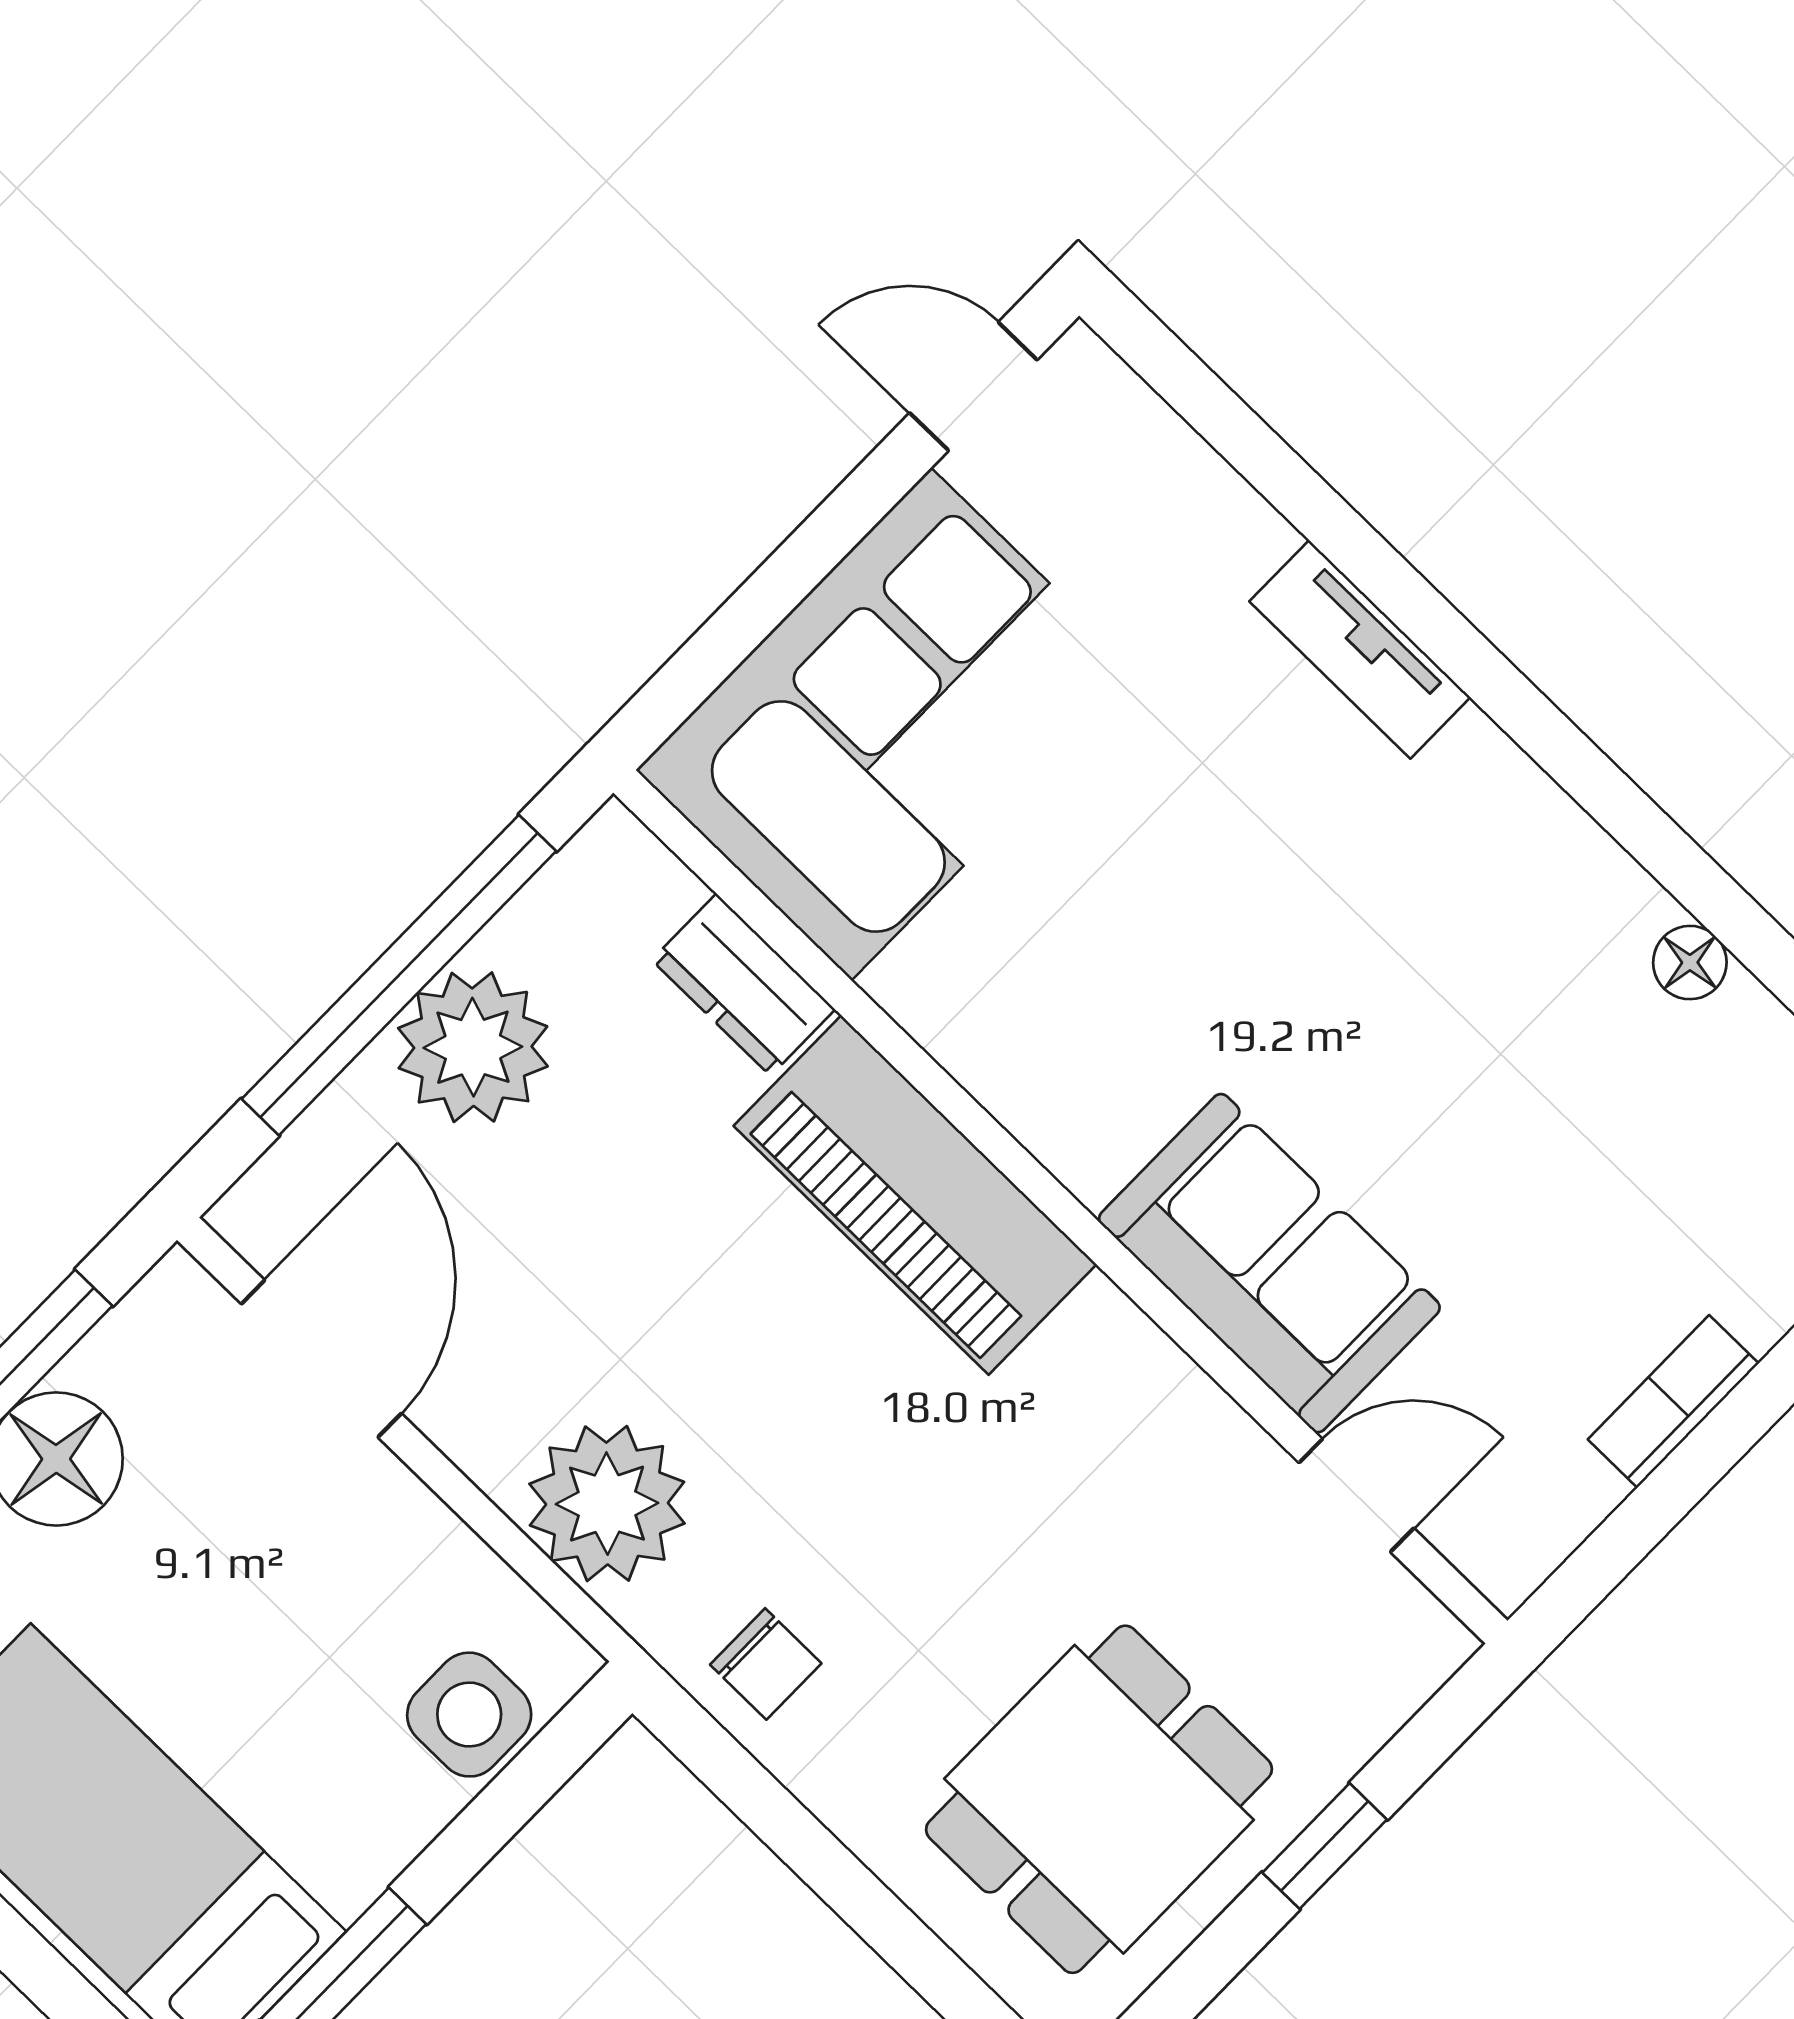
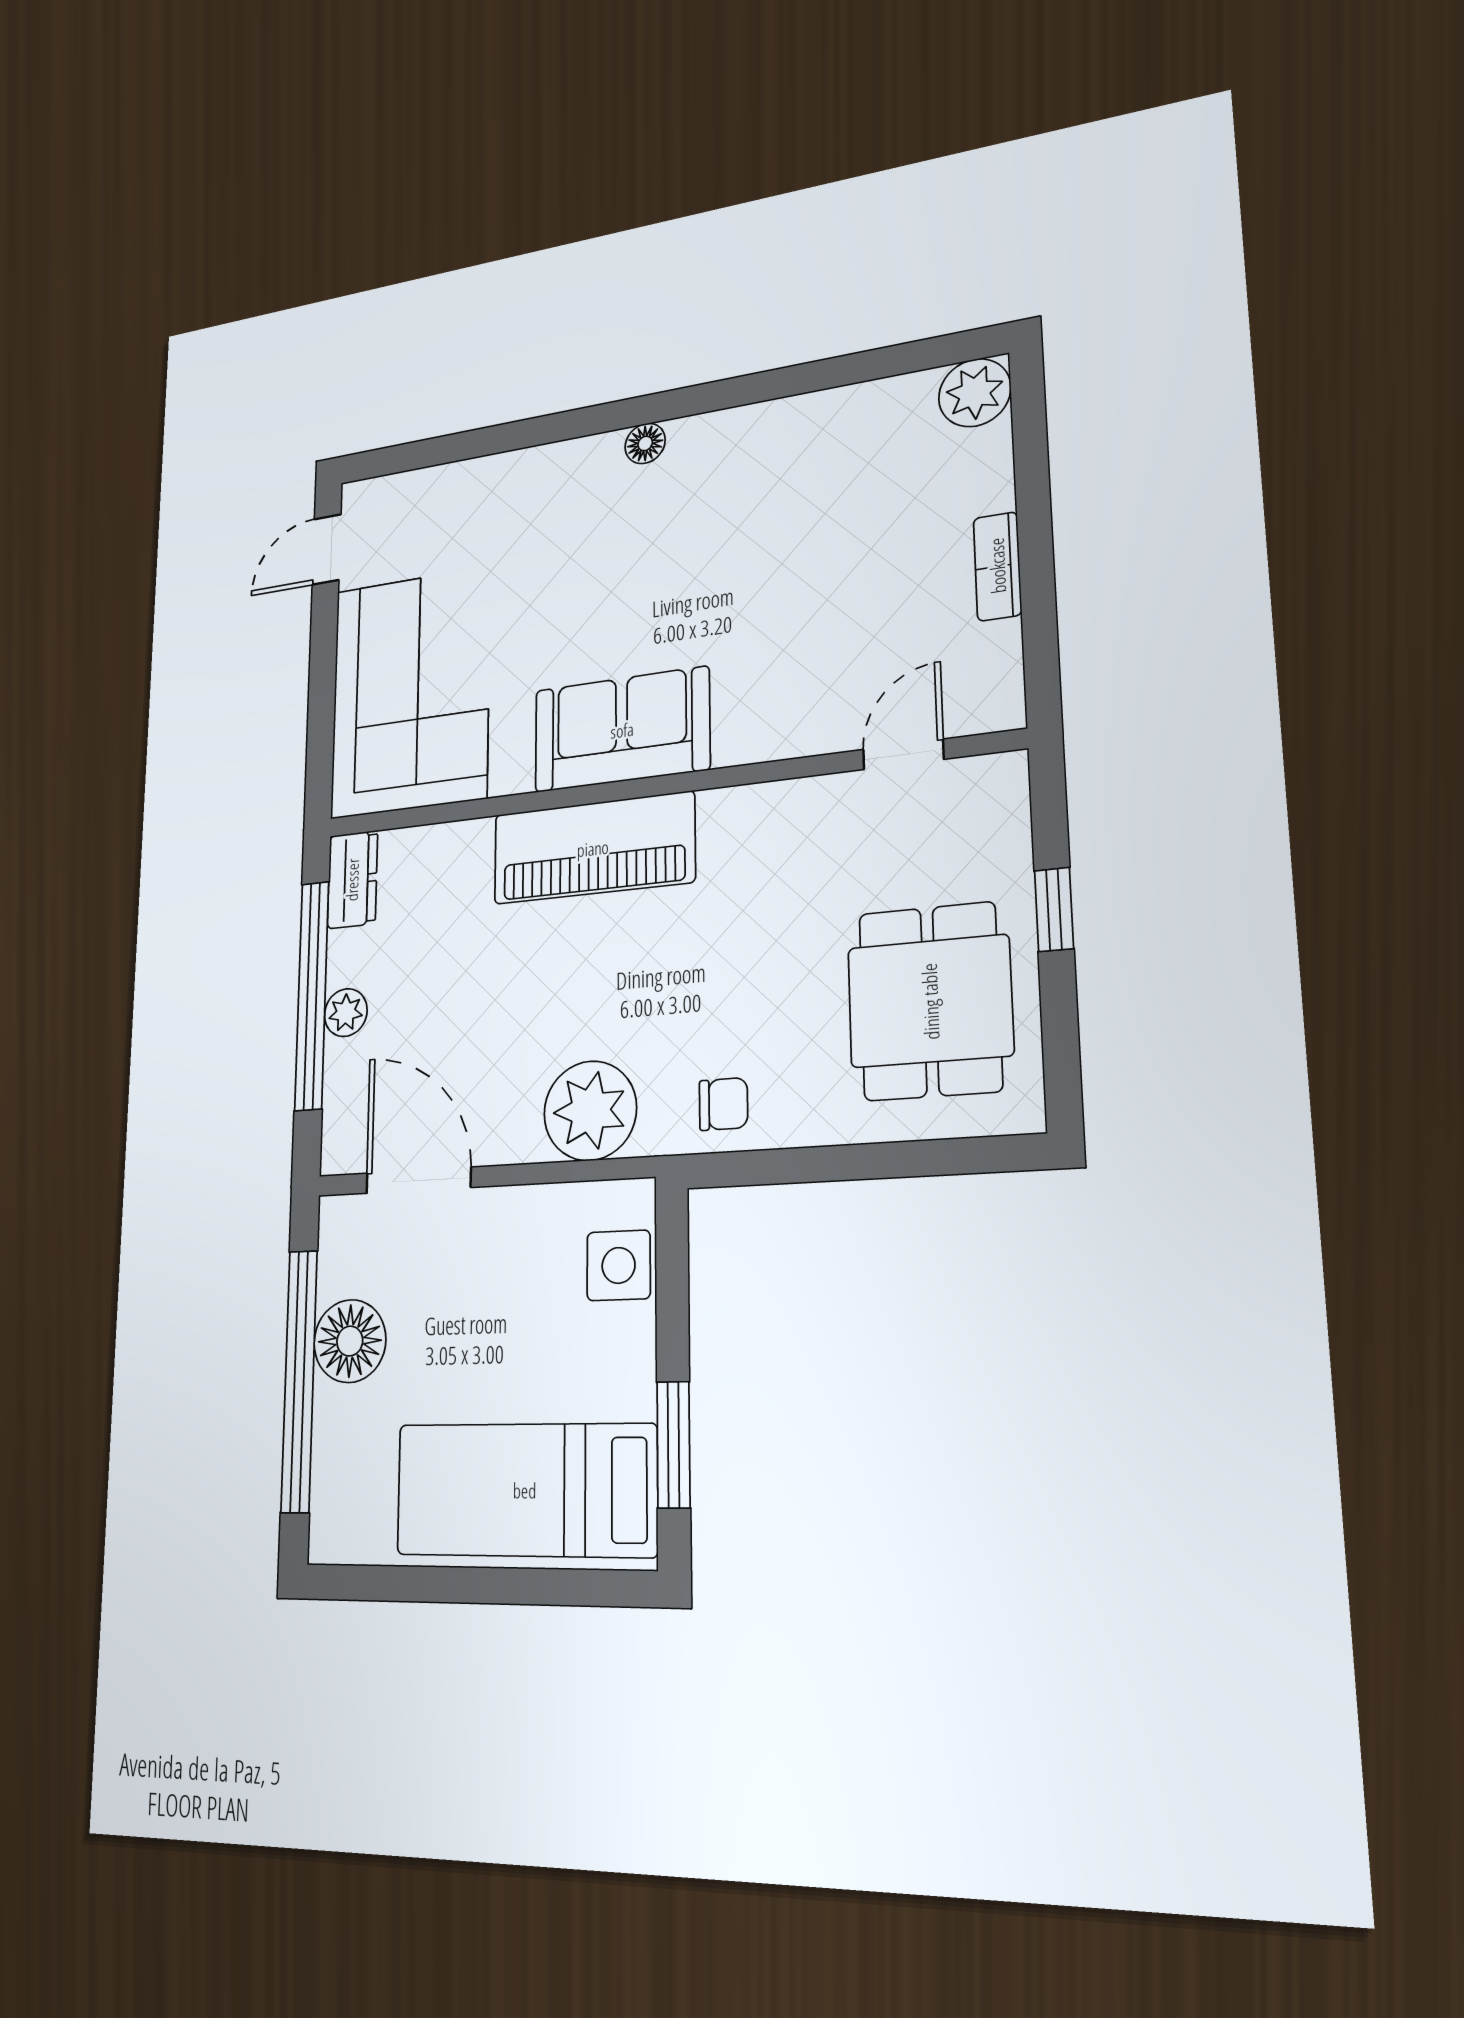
tv unit: (1360, 649) -> (560, 463), removed
floor lamp: (1690, 963) -> (645, 443), moved
dresser: (744, 985) -> (352, 880), moved, turned -90
plant: (473, 1047) -> (346, 1013), width x0.53, depth x0.53
sofa: (1269, 1263) -> (622, 730), moved

